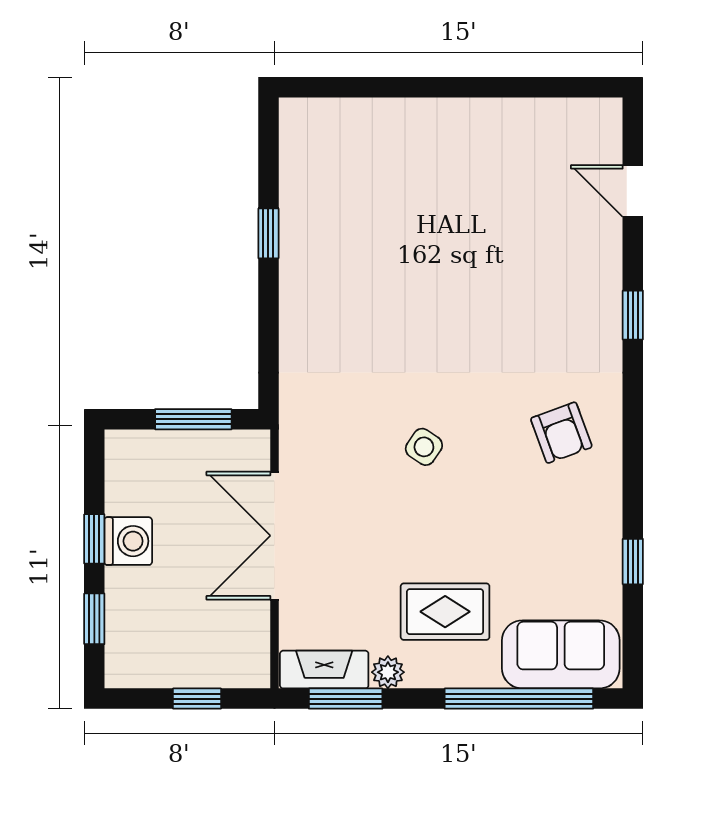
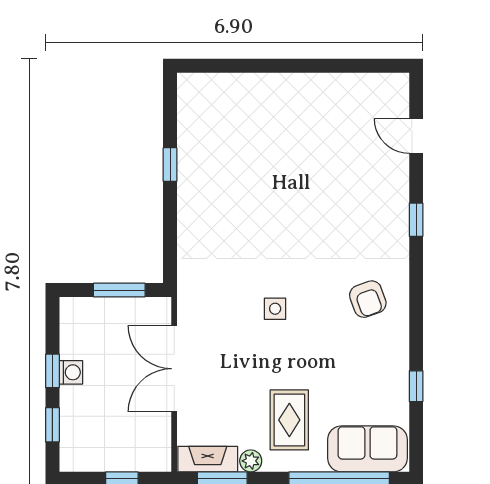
side table: (424, 447) -> (275, 309), turned -34
washing machine: (128, 541) -> (71, 372), width x0.73, depth x0.73
rug: (445, 612) -> (289, 420), turned 90

